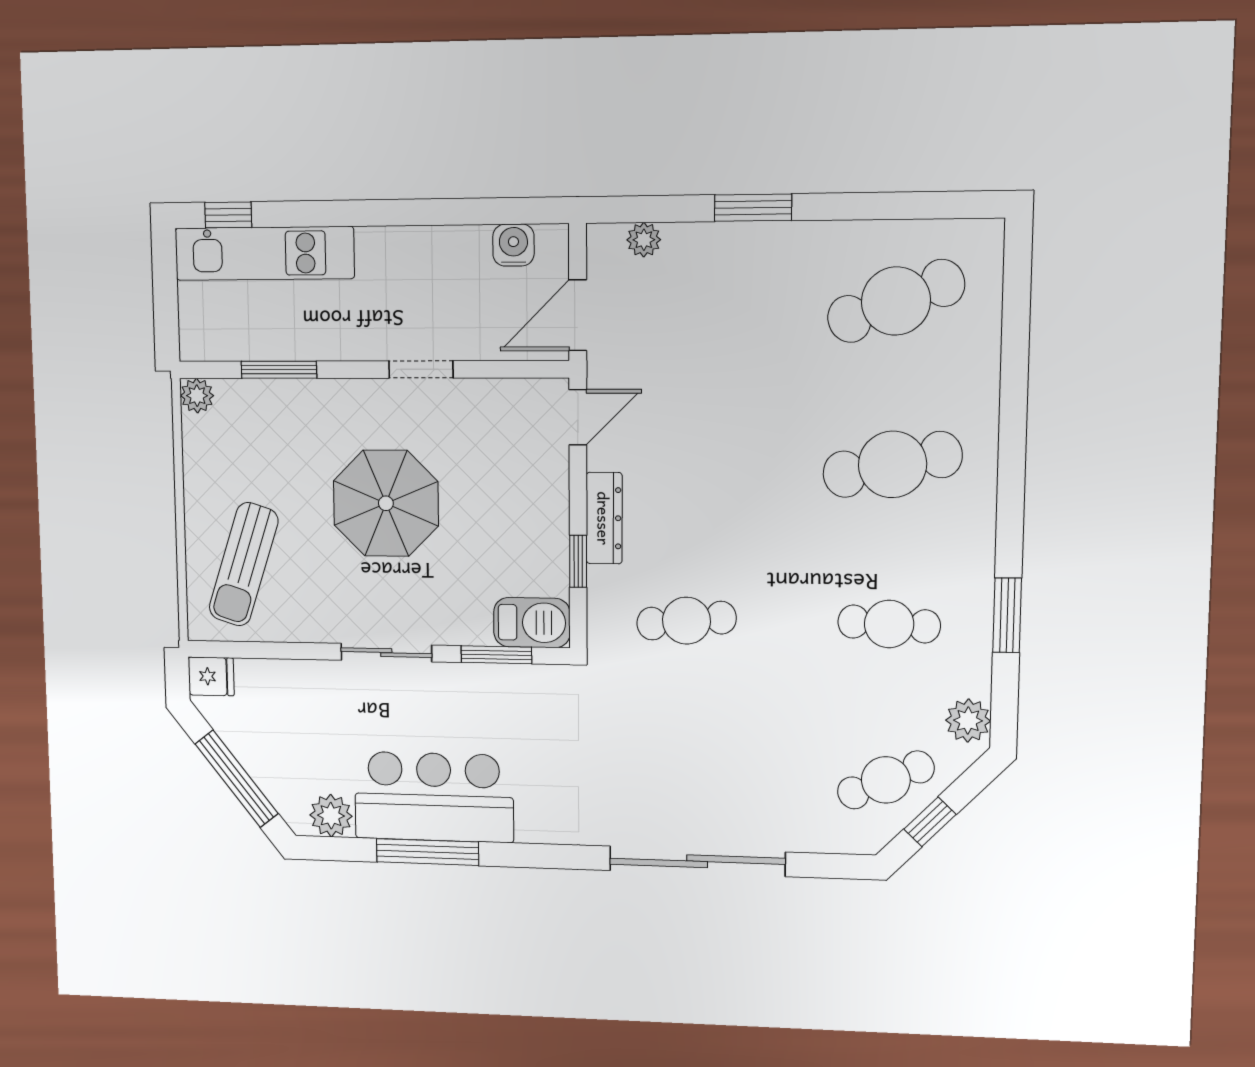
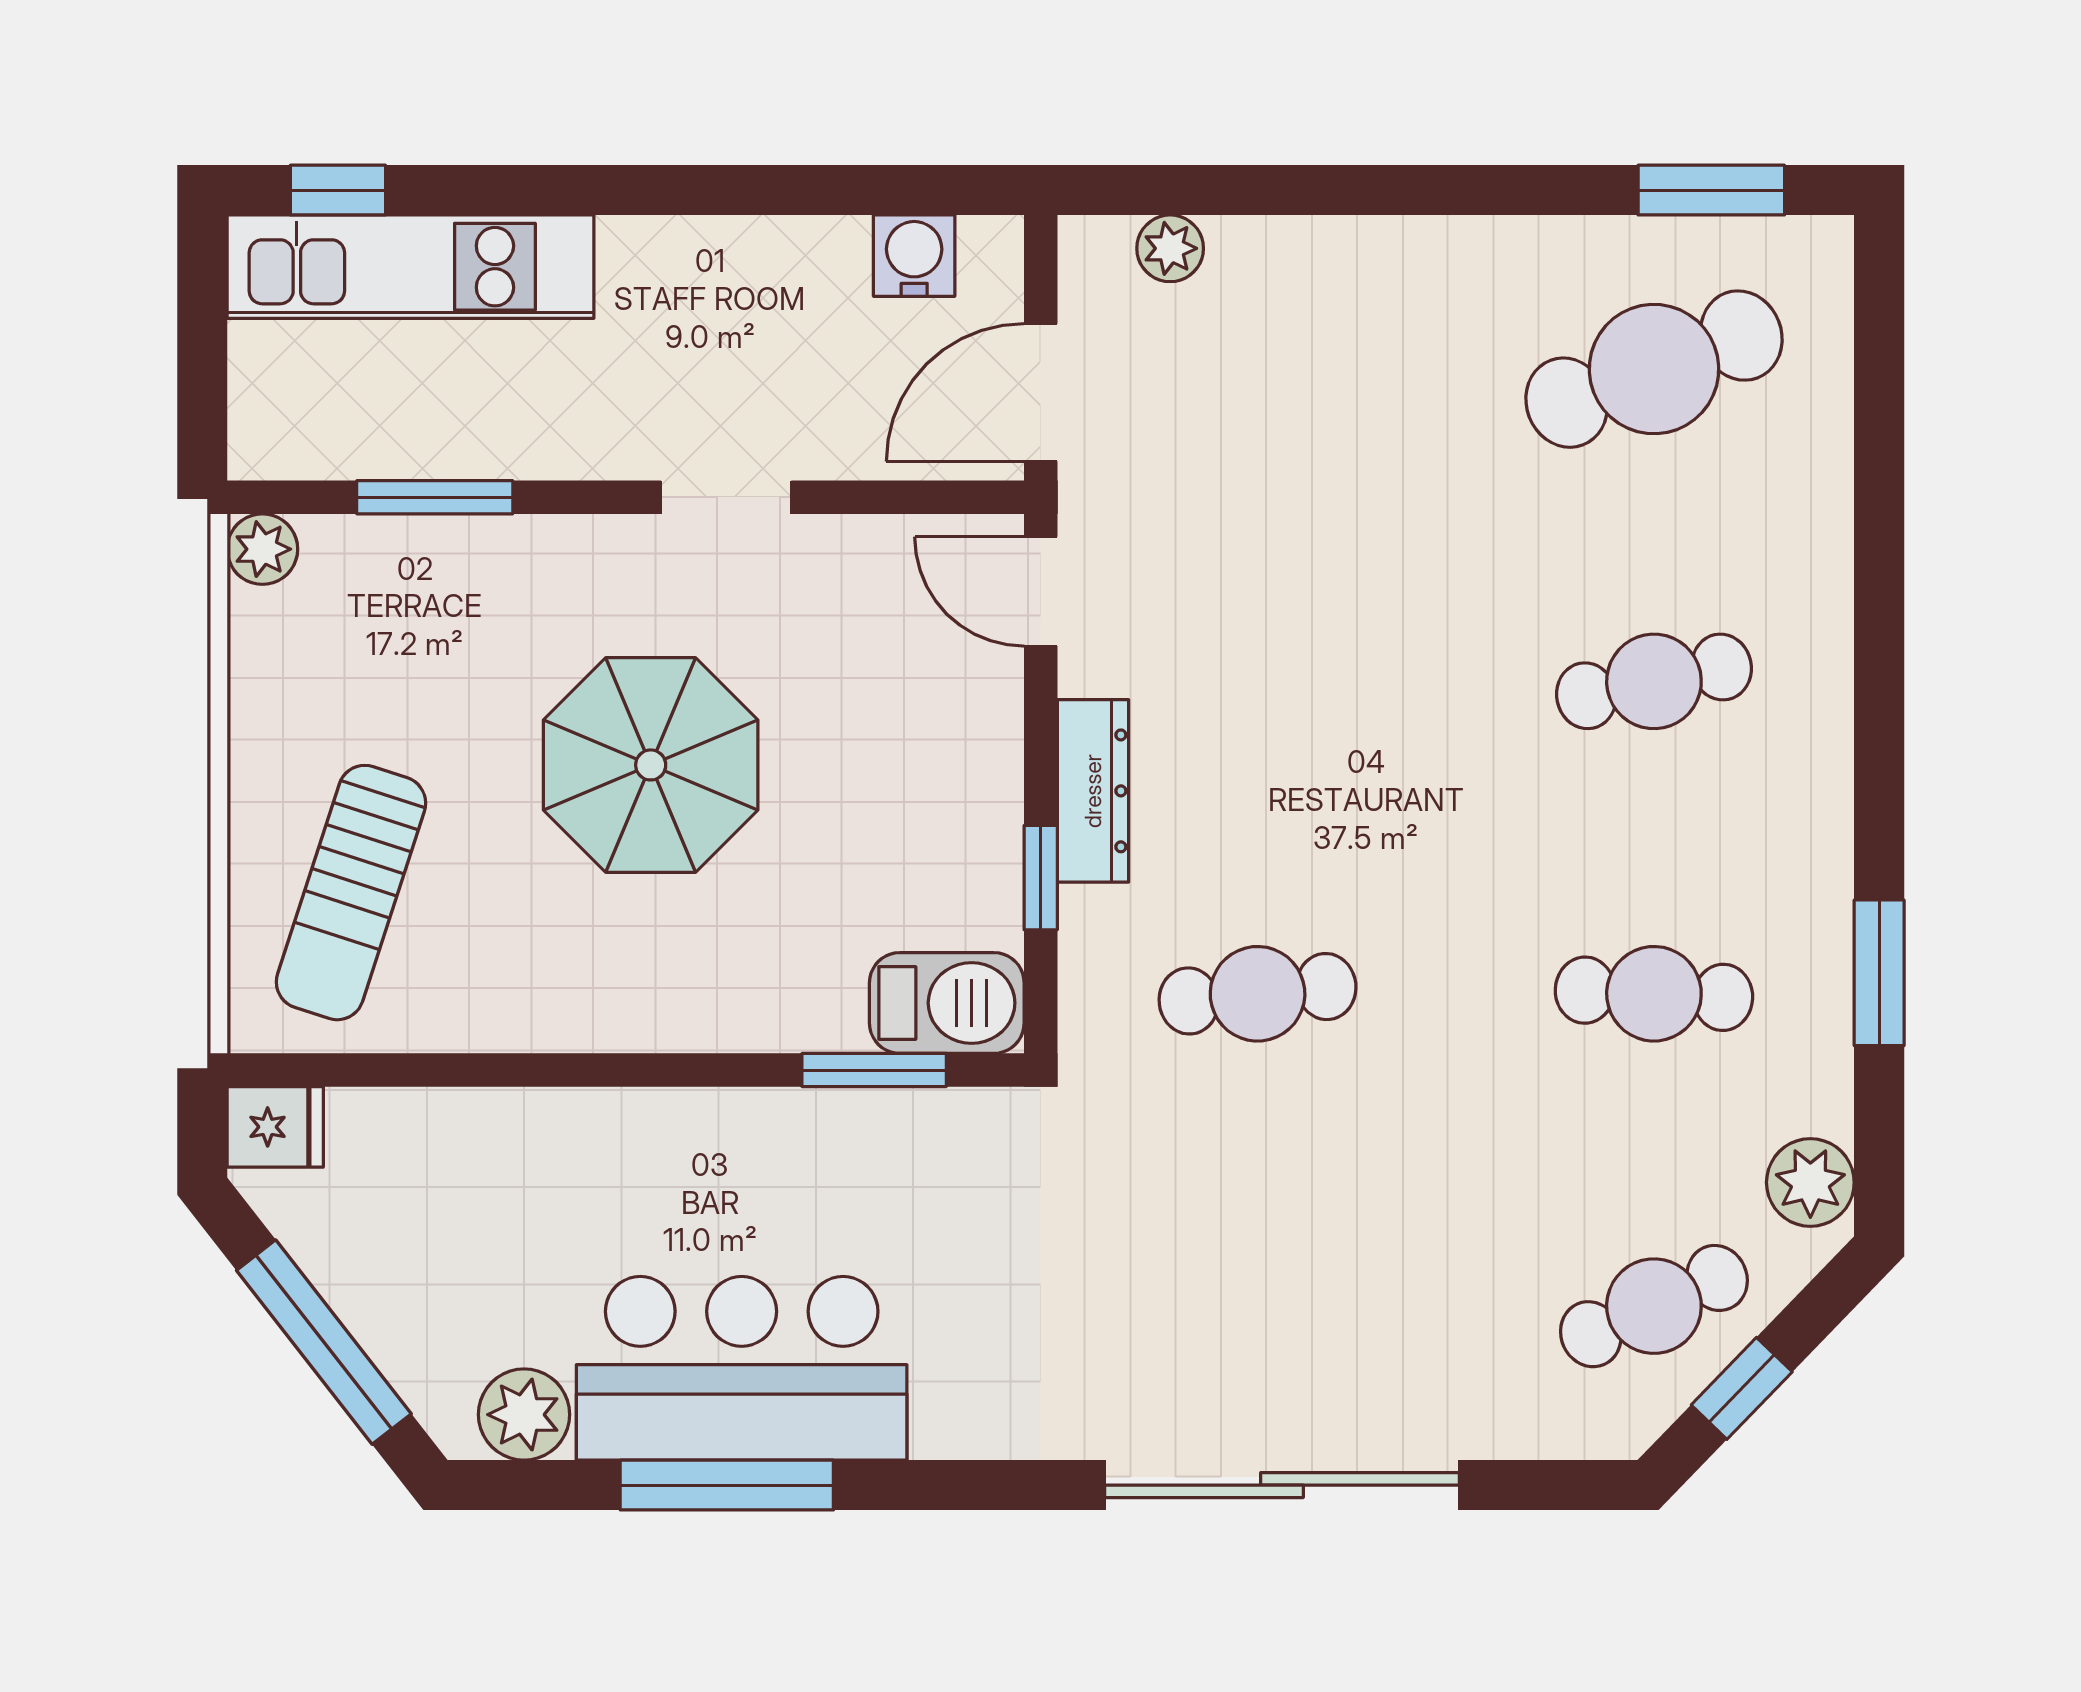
window: (753, 208) -> (1711, 190), moved
door: (578, 417) -> (1041, 591), swing flipped
cafe table: (892, 464) -> (1654, 681), width x0.73, depth x0.74
sliding door: (386, 653) -> (647, 1070), removed

